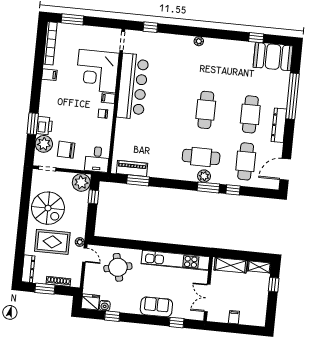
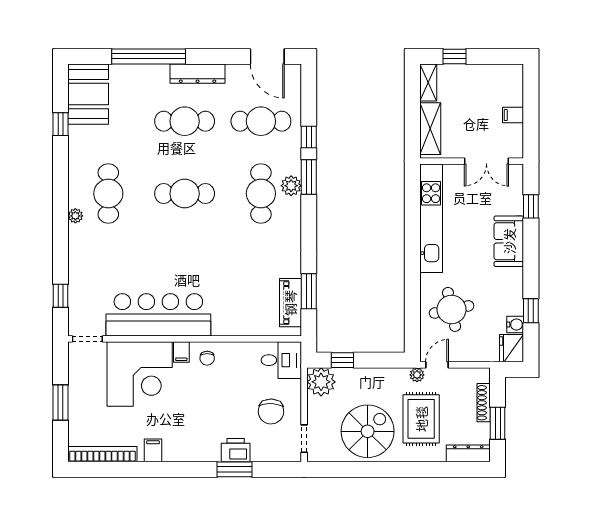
window: (72, 19) -> (61, 402), moved
cafe table: (210, 63) -> (108, 194), added
plant: (44, 144) -> (265, 448), removed

